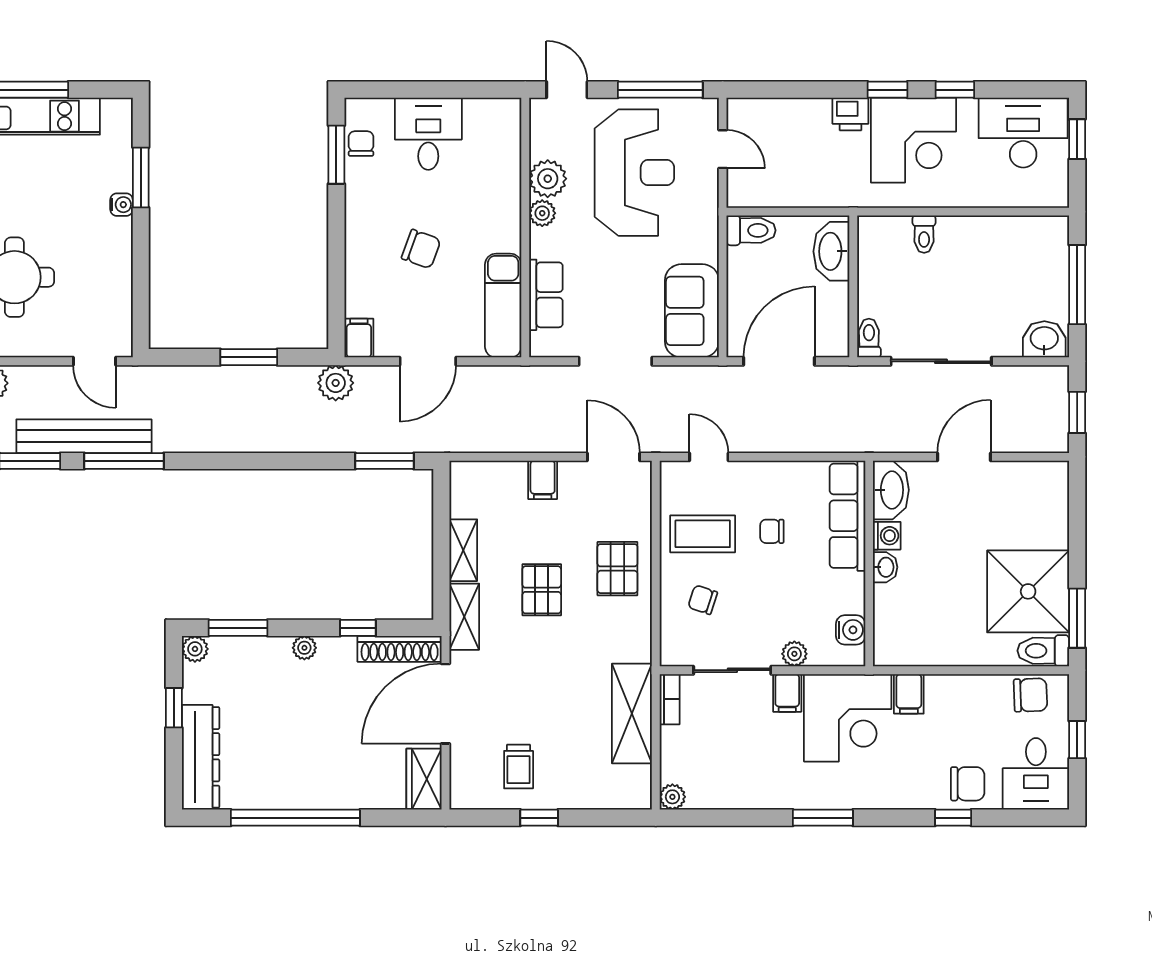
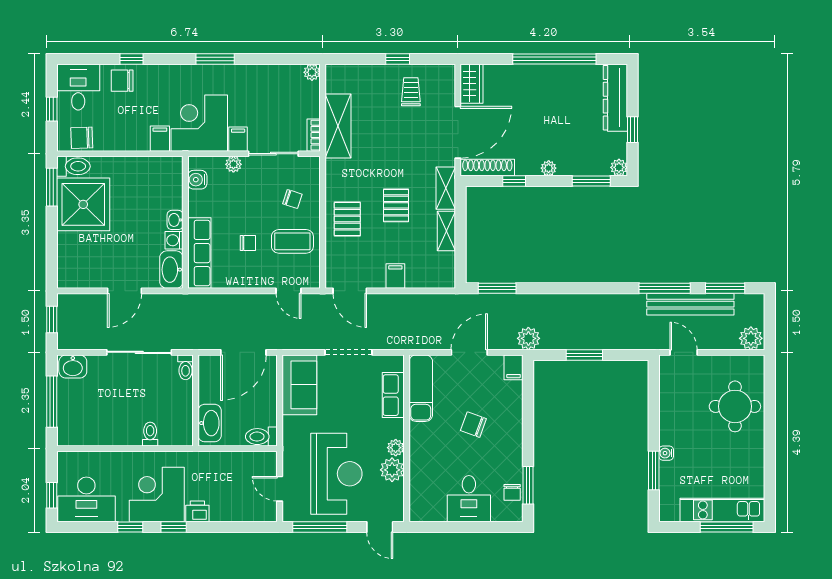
reception desk: (634, 173) -> (336, 474), turned 180

